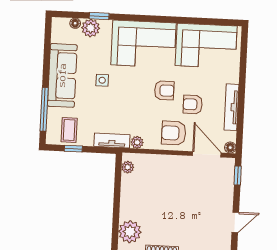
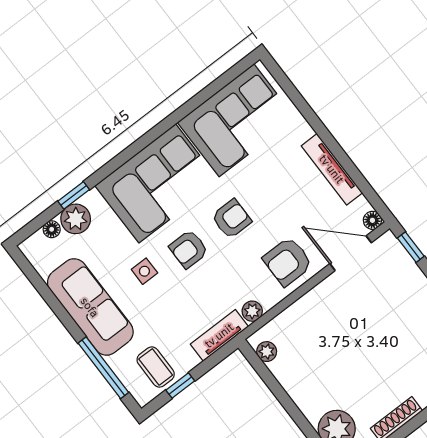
armchair: (193, 104) -> (189, 249), moved

